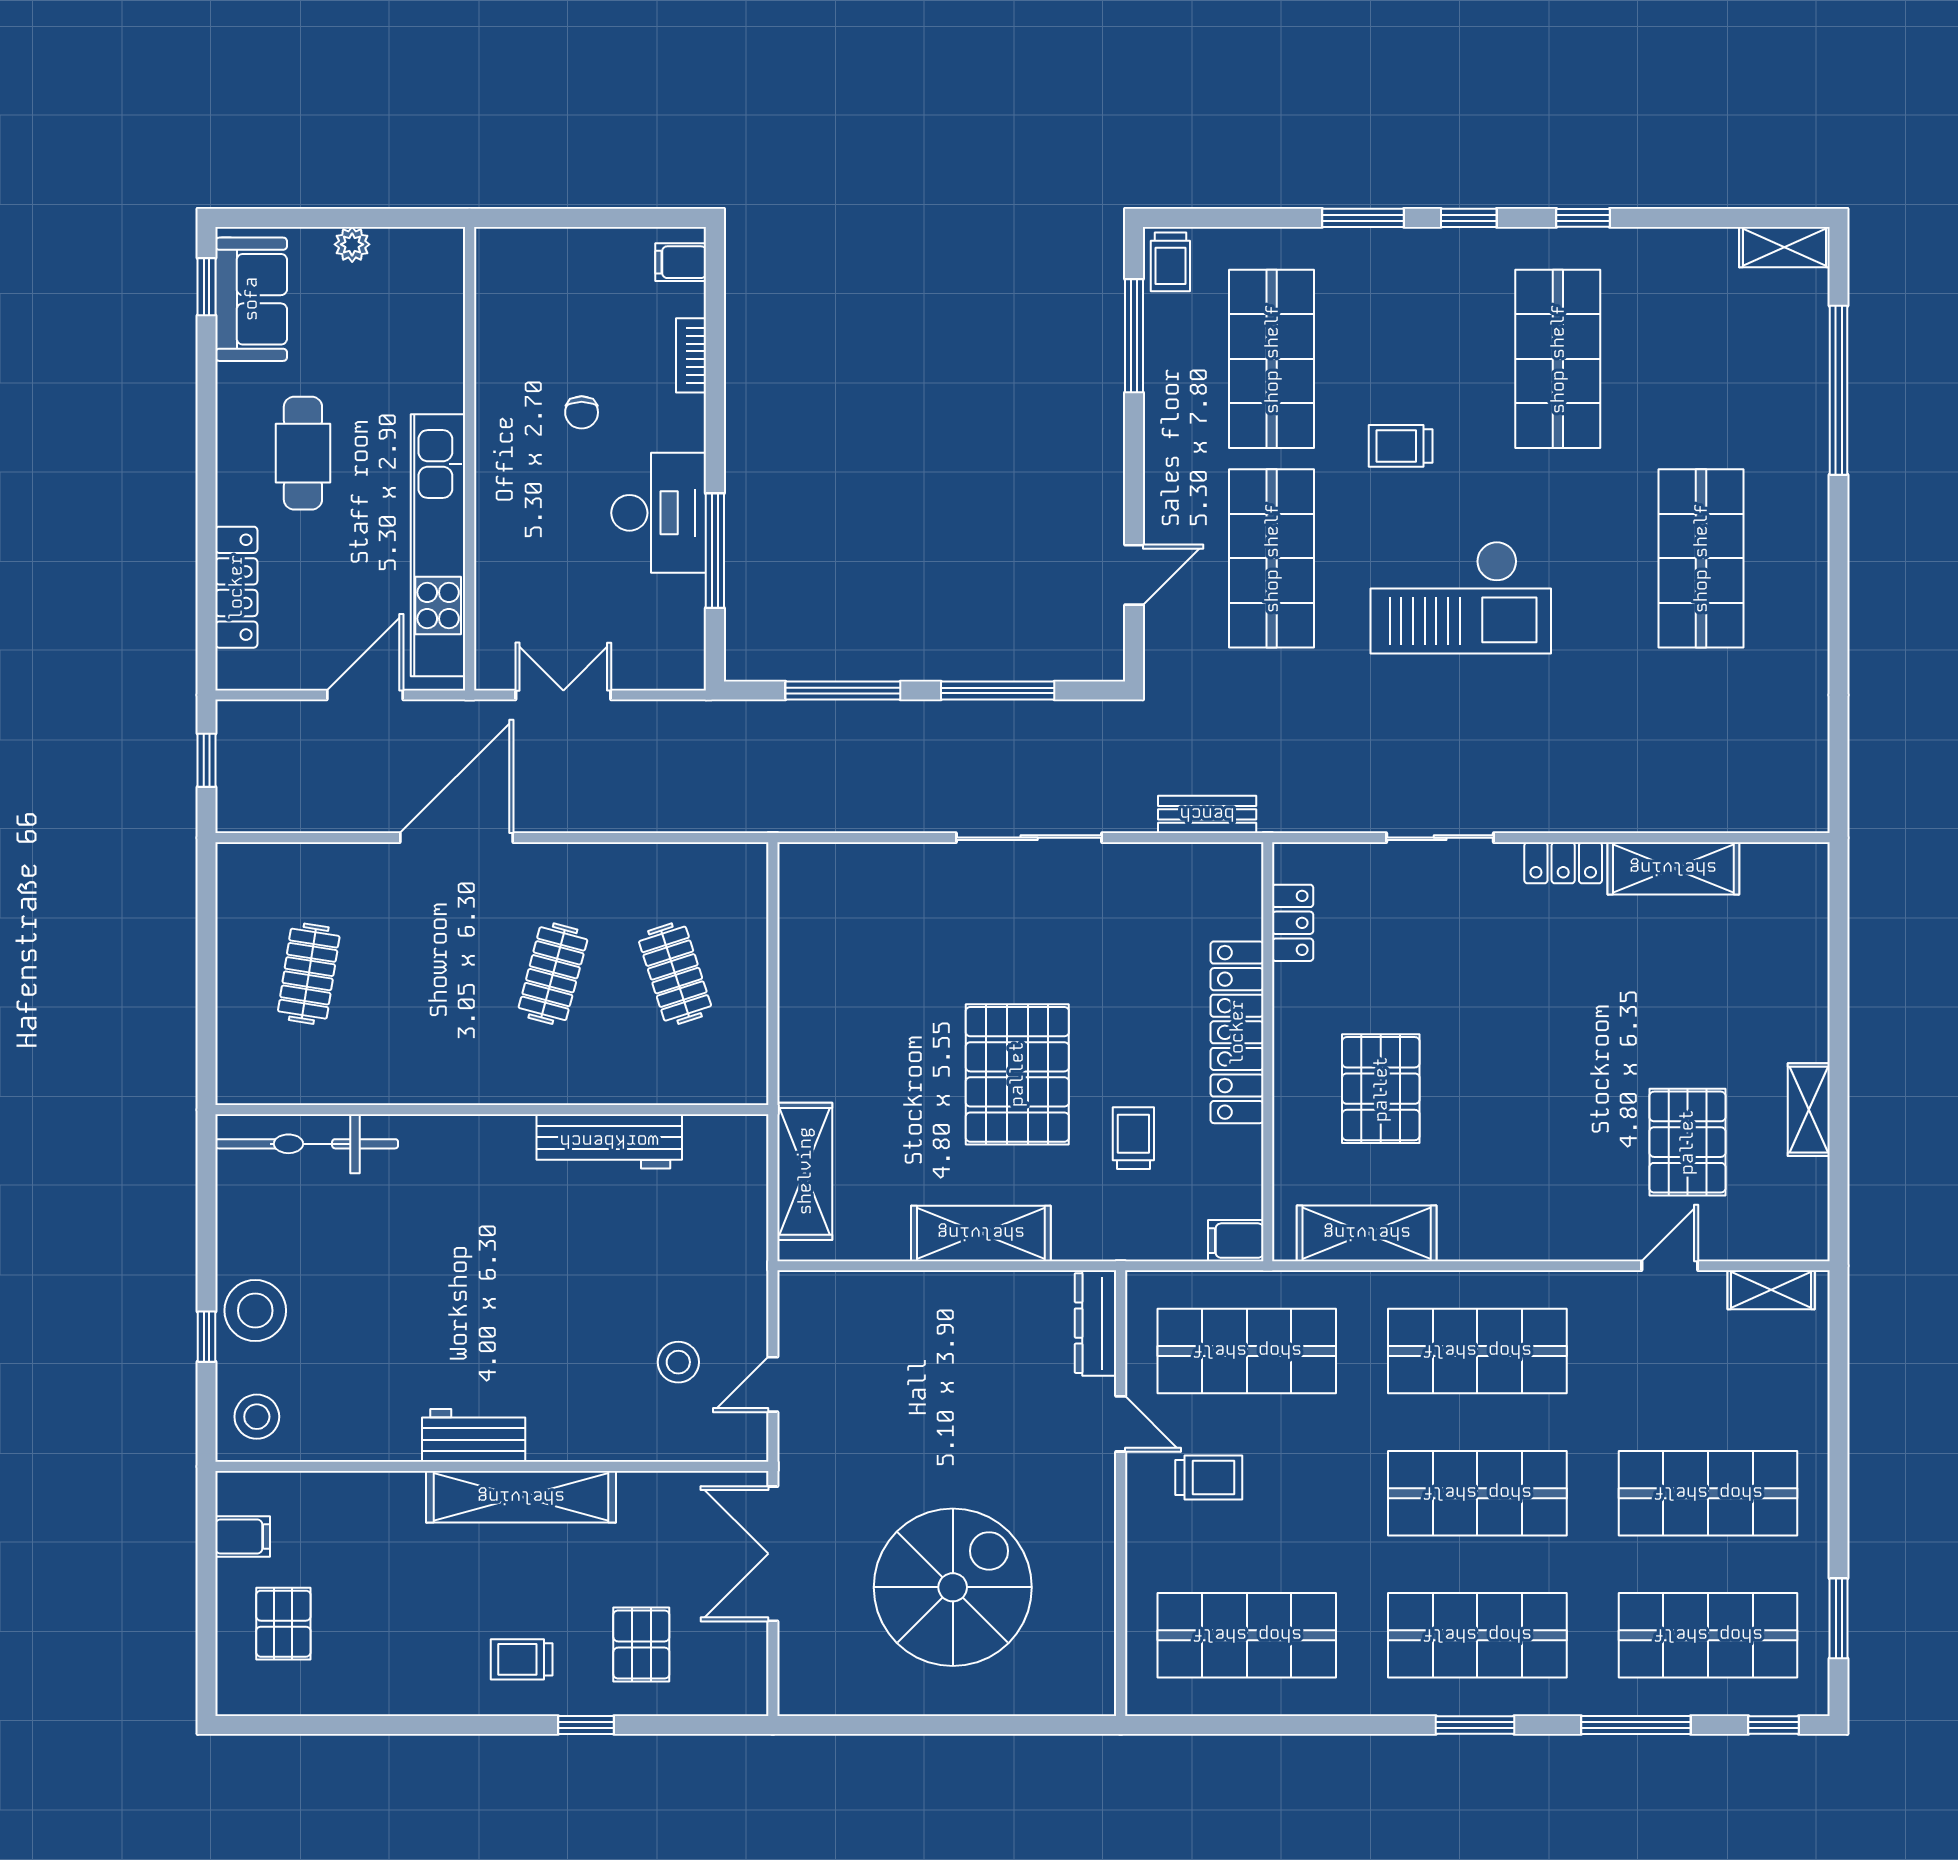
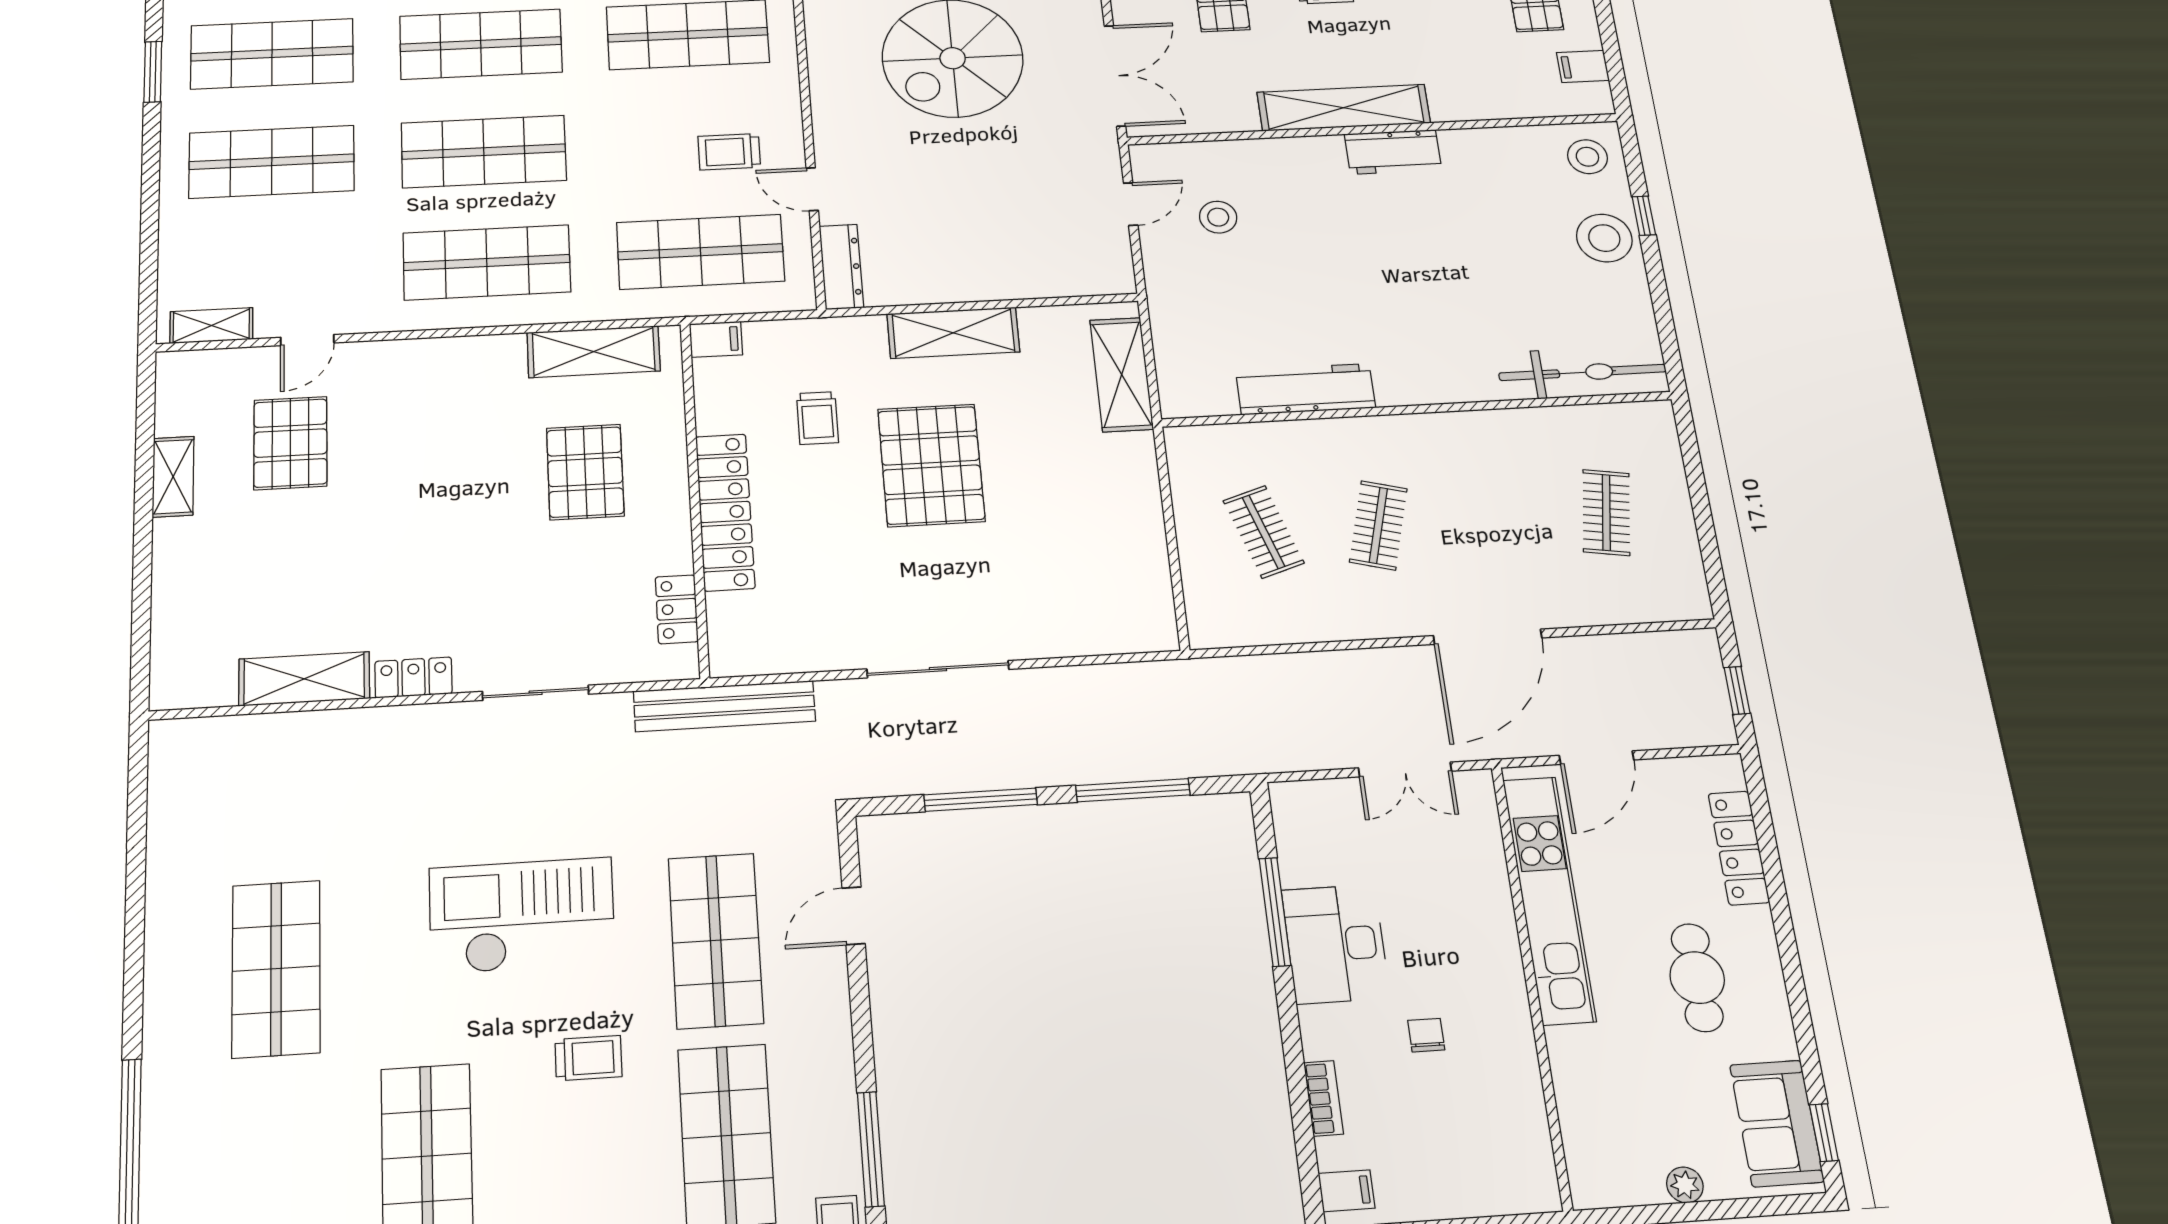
bench: (1207, 814) -> (724, 706), width x1.86, depth x1.21

